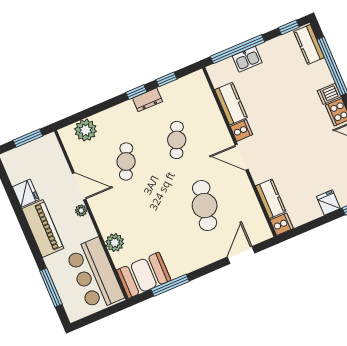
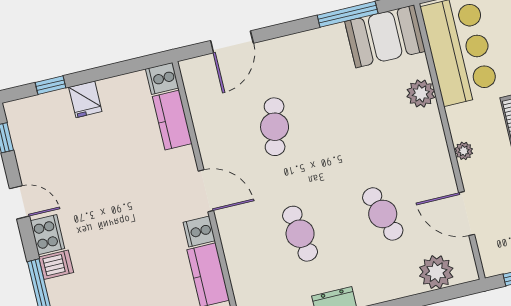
cafe table: (177, 140) -> (300, 234), turned -33
cafe table: (126, 161) -> (383, 214), turned -42
door: (79, 186) -> (467, 214), moved
cafe table: (205, 206) -> (275, 127), width x0.73, depth x0.74

